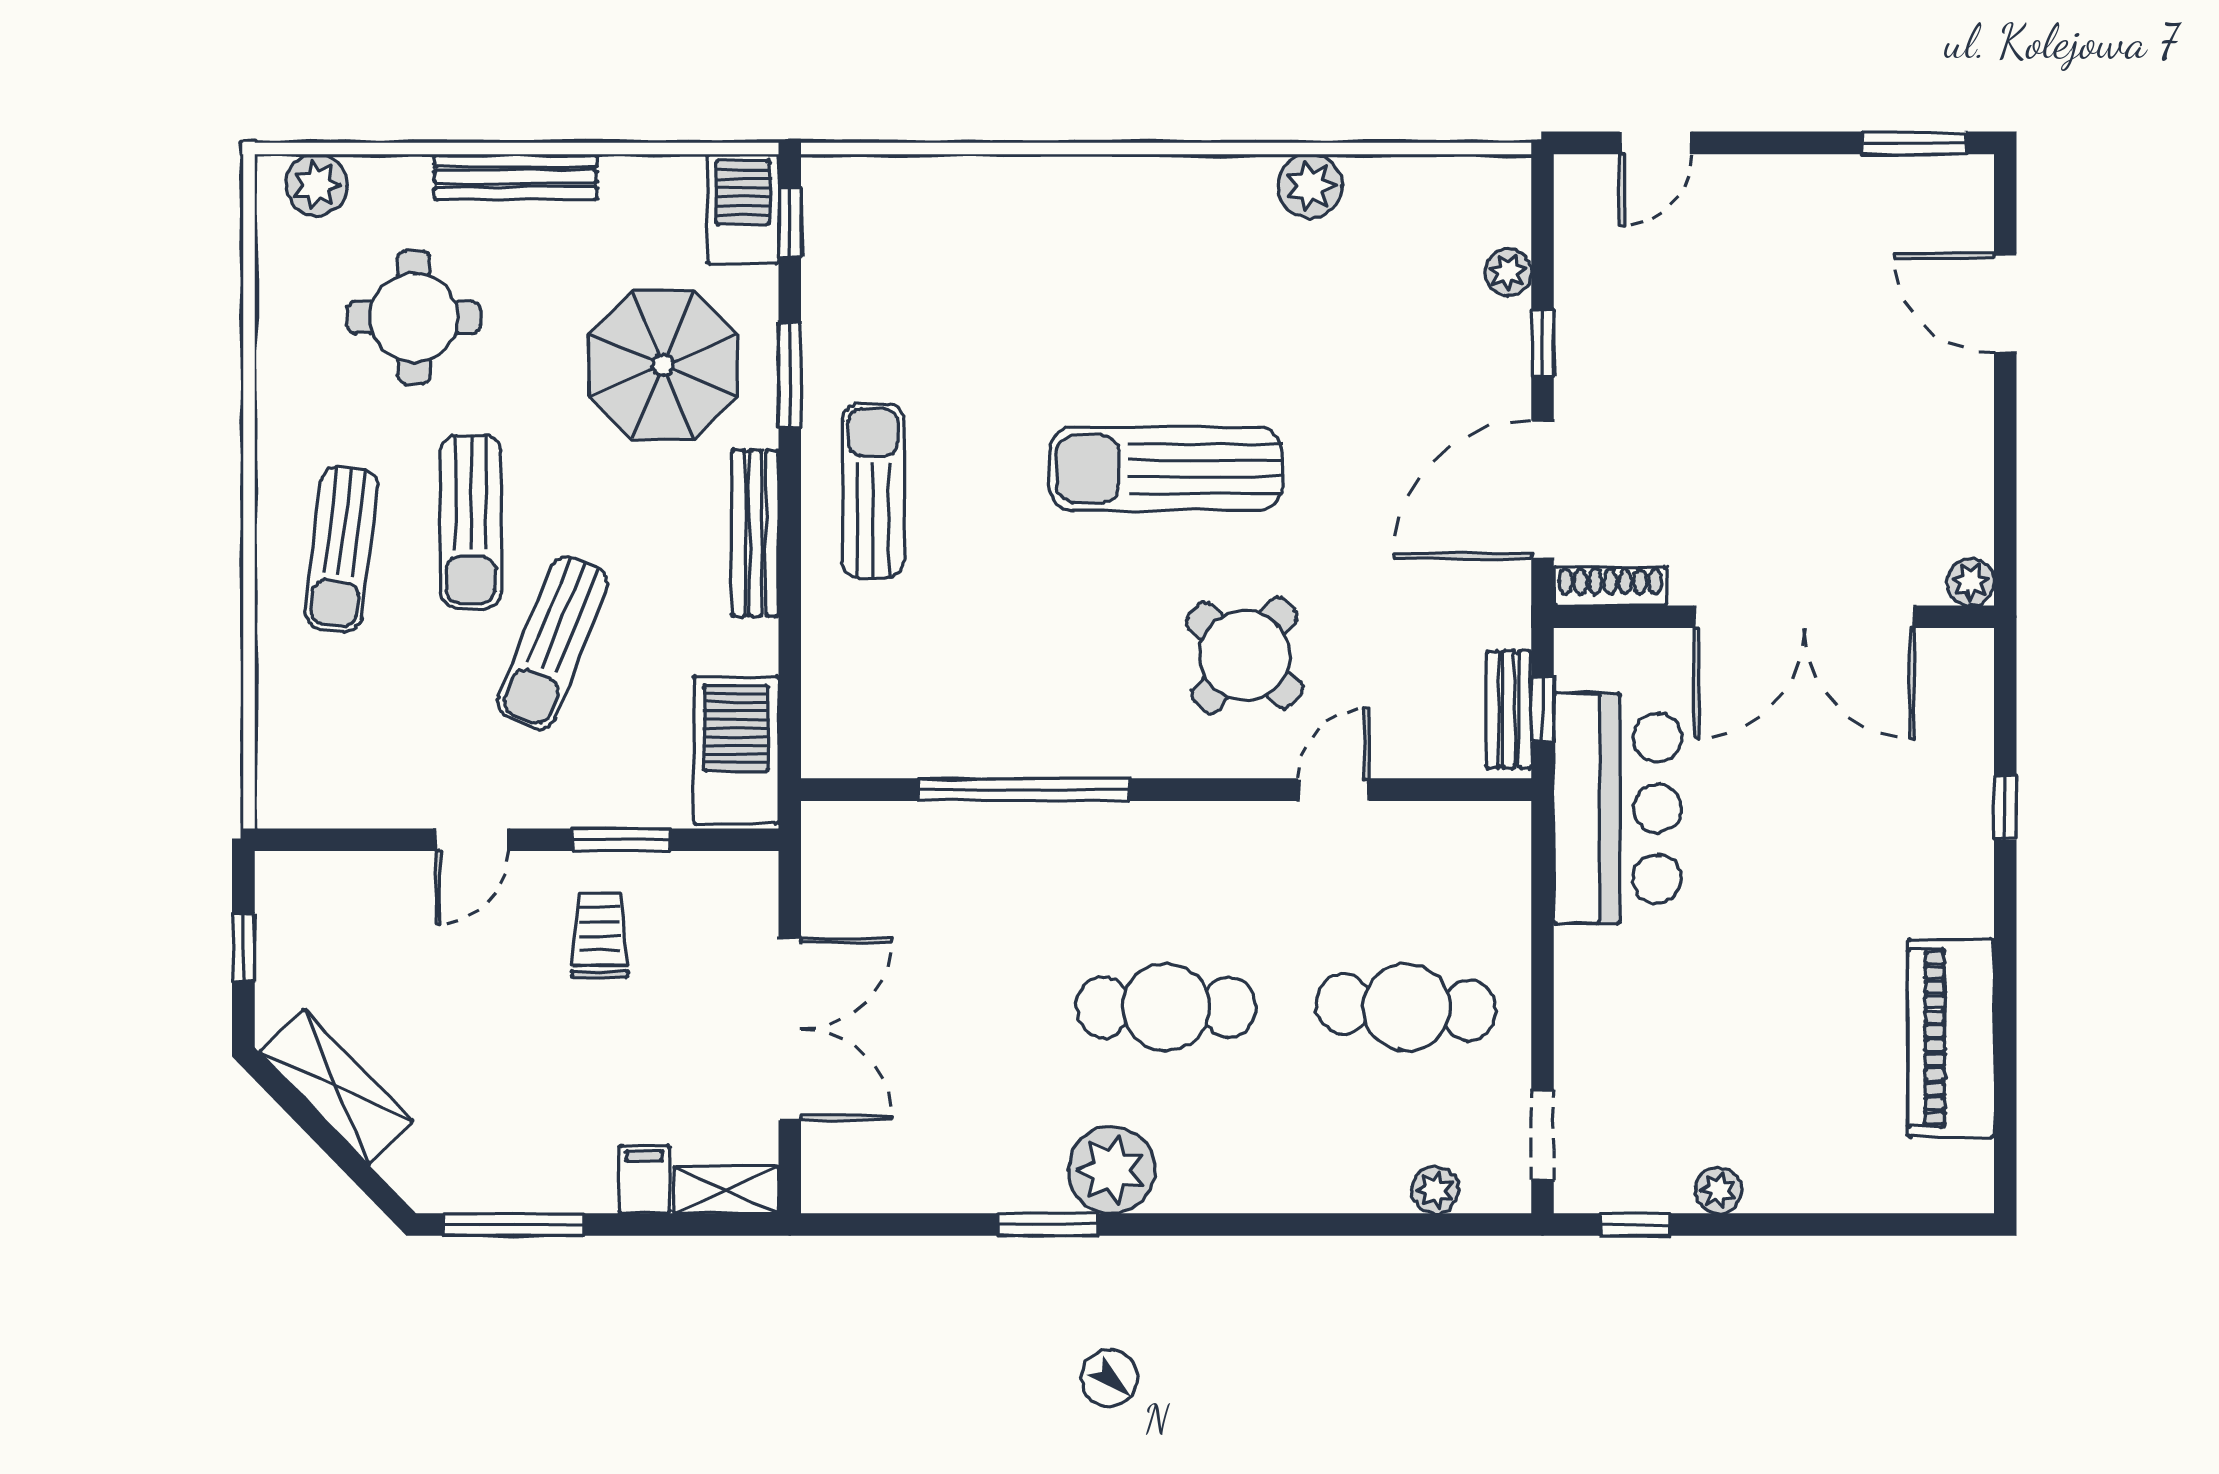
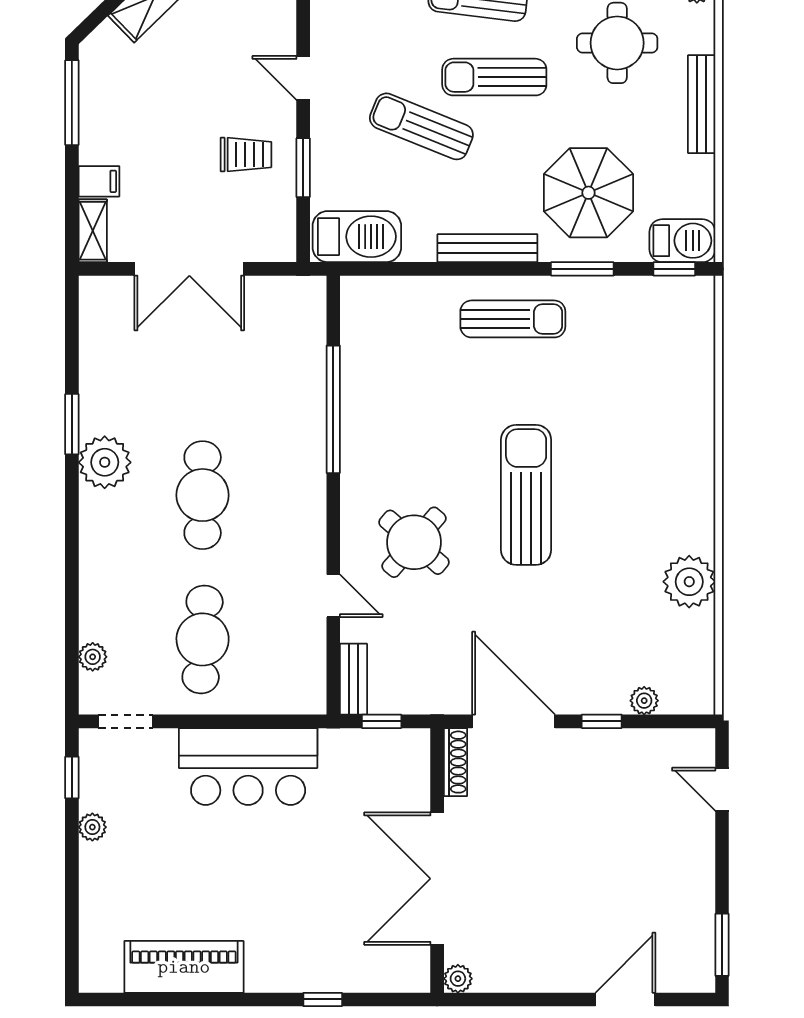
plant: (1310, 186) -> (689, 582), width x1.36, depth x1.36
bench: (1509, 709) -> (354, 679), moved, turned 90
bar counter: (1618, 808) -> (248, 766), moved

